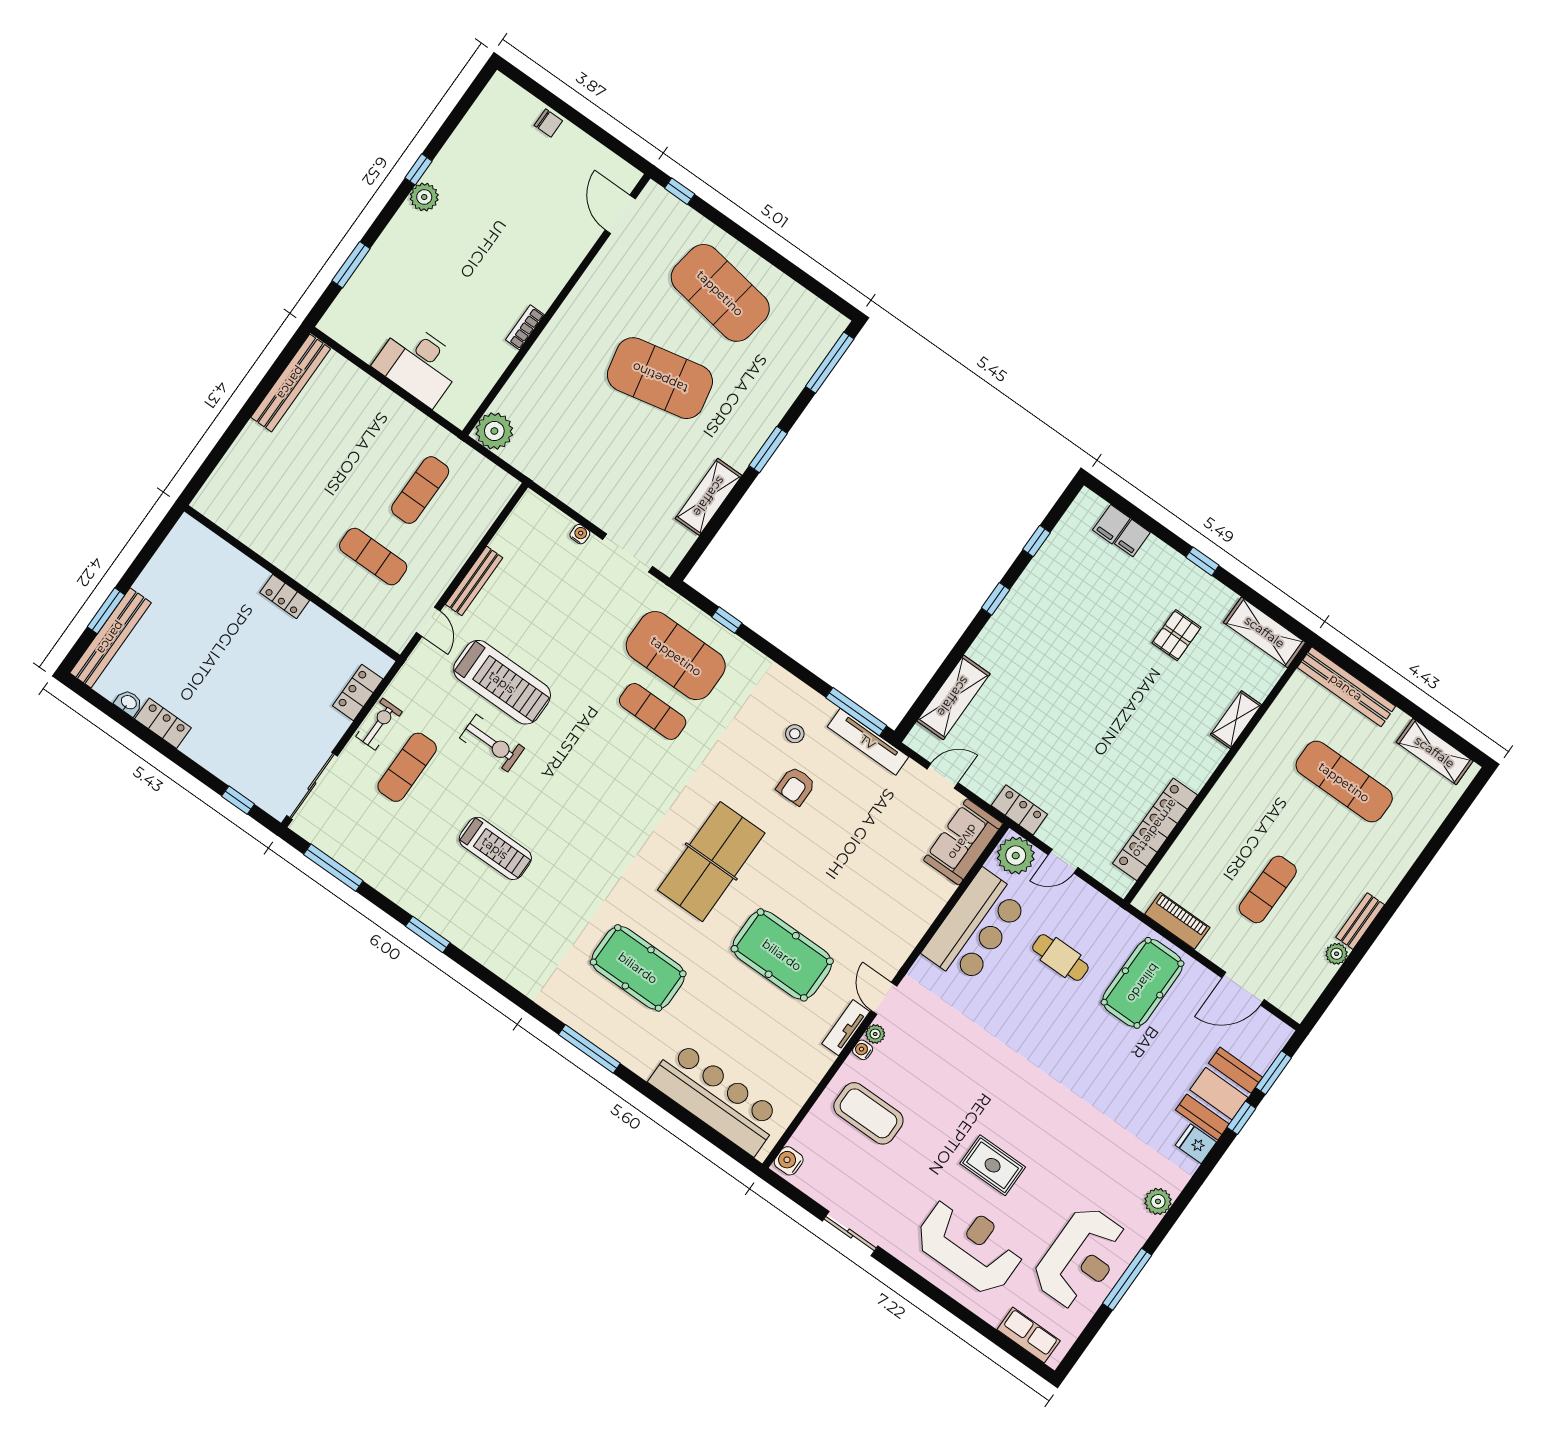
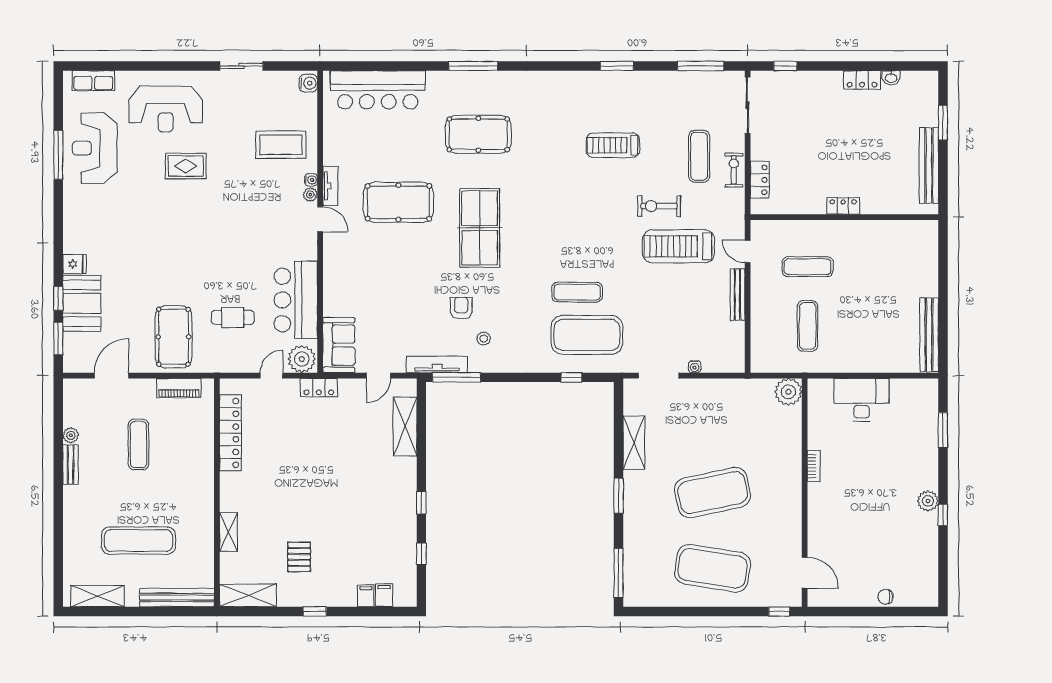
bench: (111, 638) -> (929, 165), moved
exercise bike: (379, 724) -> (734, 170), turned 180
plant: (1158, 1201) -> (73, 214), removed

